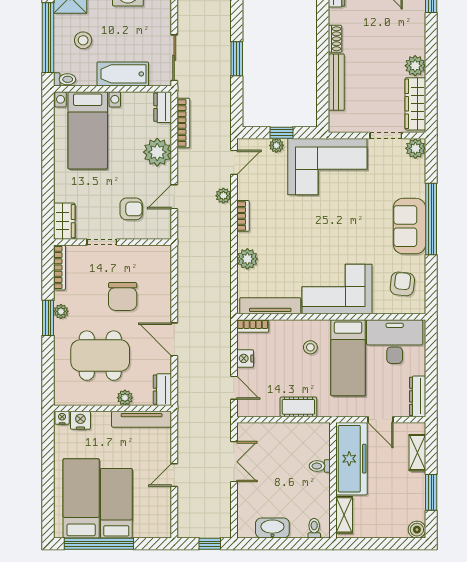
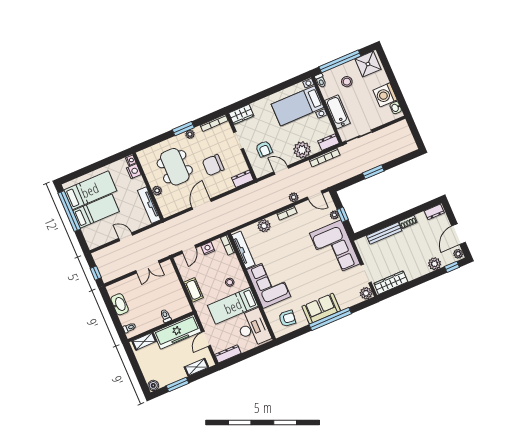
plant: (415, 66) -> (435, 264), moved
dresser: (162, 390) -> (243, 179), moved

